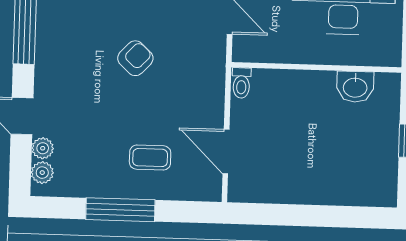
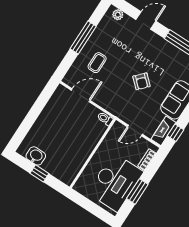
washbasin: (355, 87) -> (36, 156), moved, turned 90
plant: (43, 148) -> (128, 21), removed

